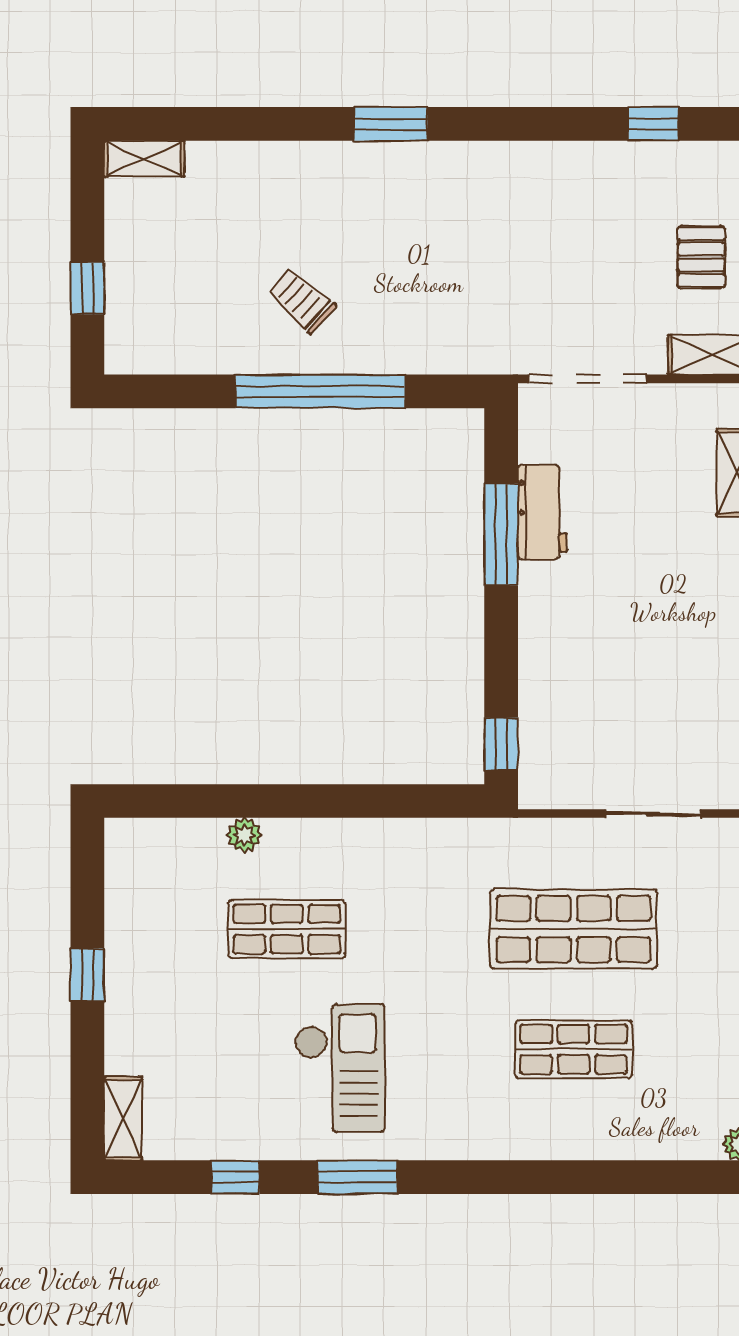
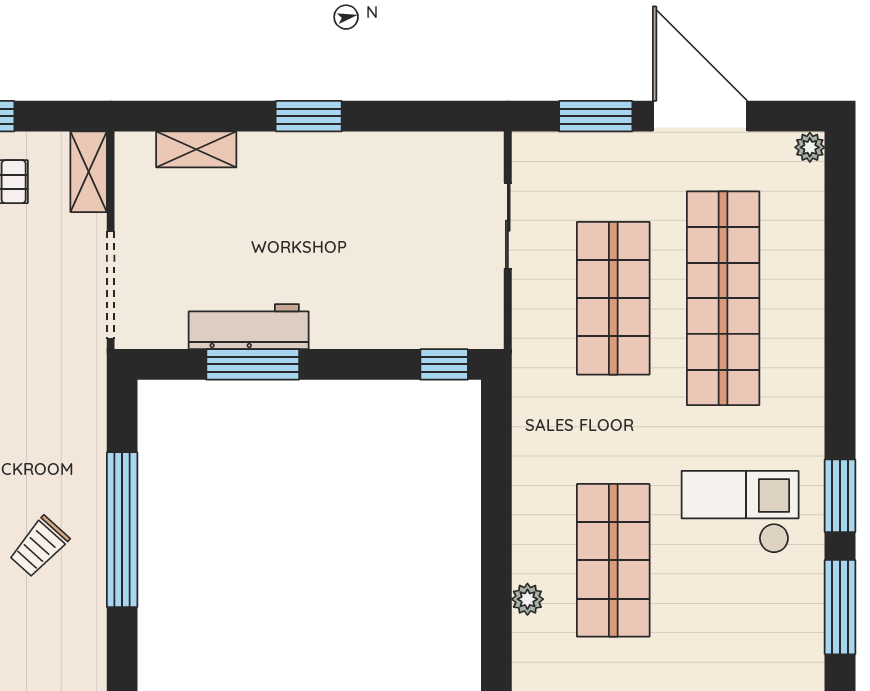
workbench: (543, 512) -> (249, 327), width x1.38
shop shelf: (287, 929) -> (613, 560), width x1.43, depth x1.36
shop shelf: (574, 1049) -> (723, 298), width x2.00, depth x1.36
window: (236, 1177) -> (840, 607), width x2.17

